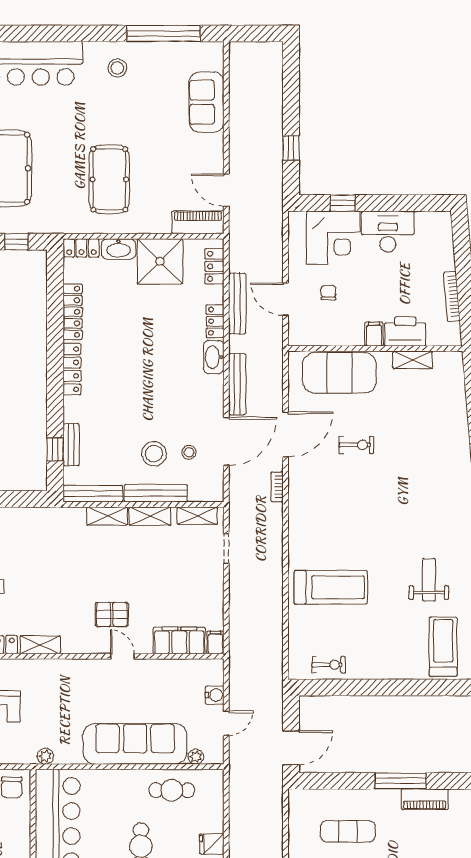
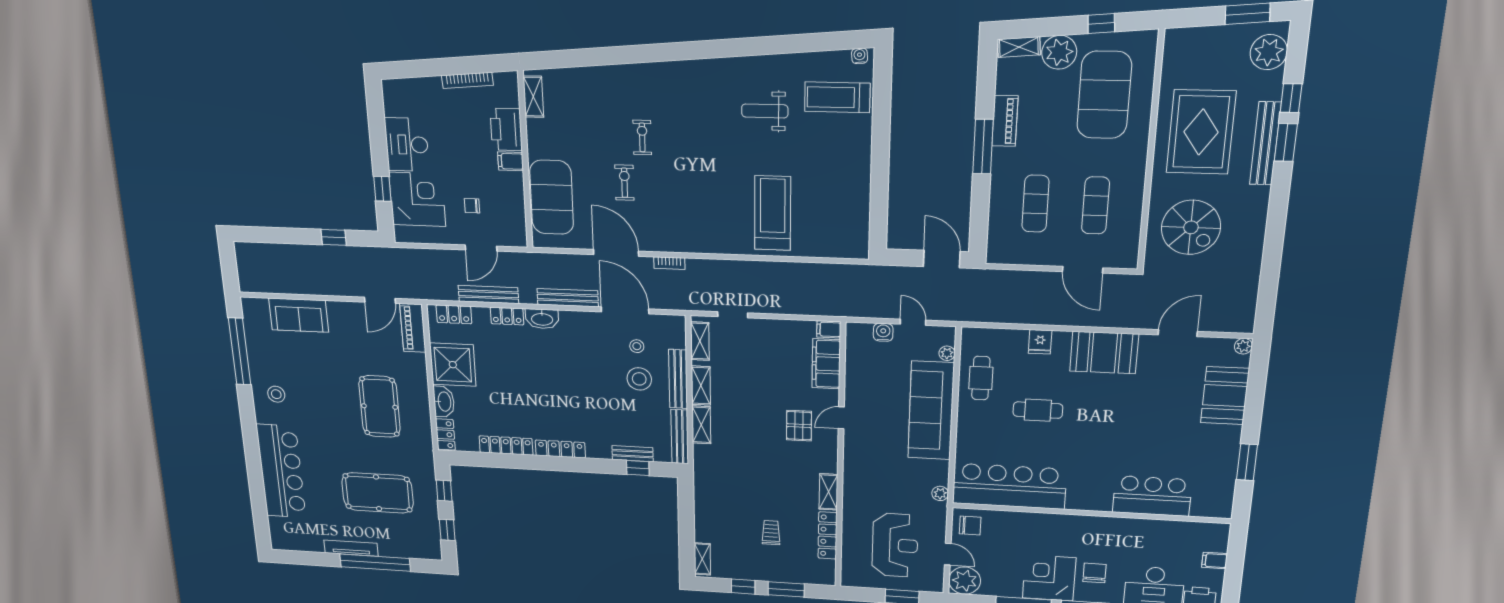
pool table: (109, 179) -> (380, 407), turned 90
shelving: (413, 360) -> (533, 97), moved
exercise bike: (329, 665) -> (642, 137), moved

